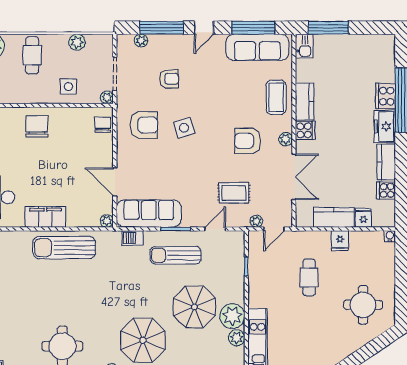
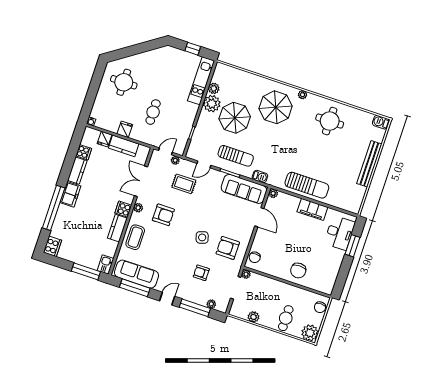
side table: (68, 87) -> (269, 290), removed
cooker: (385, 96) -> (52, 246), moved

